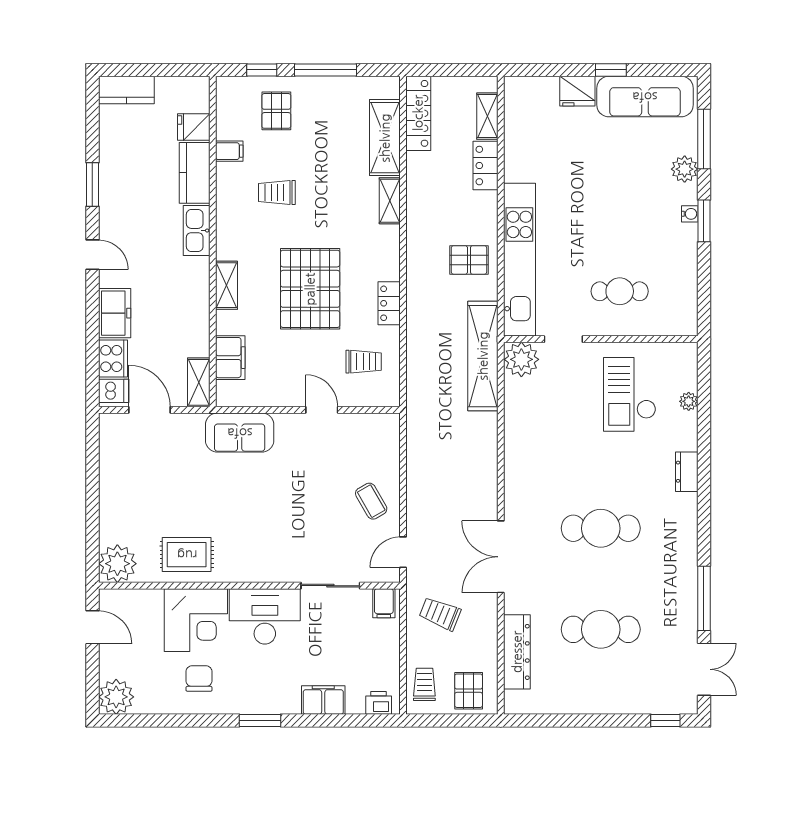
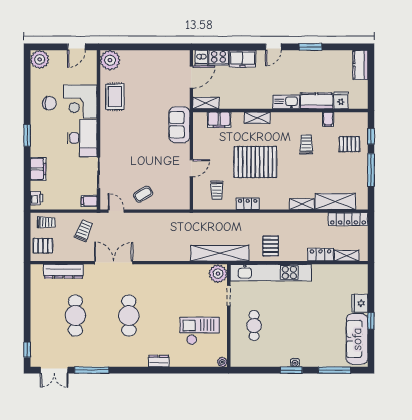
plant: (685, 169) -> (319, 360), removed
plant: (689, 401) -> (222, 362), moved

